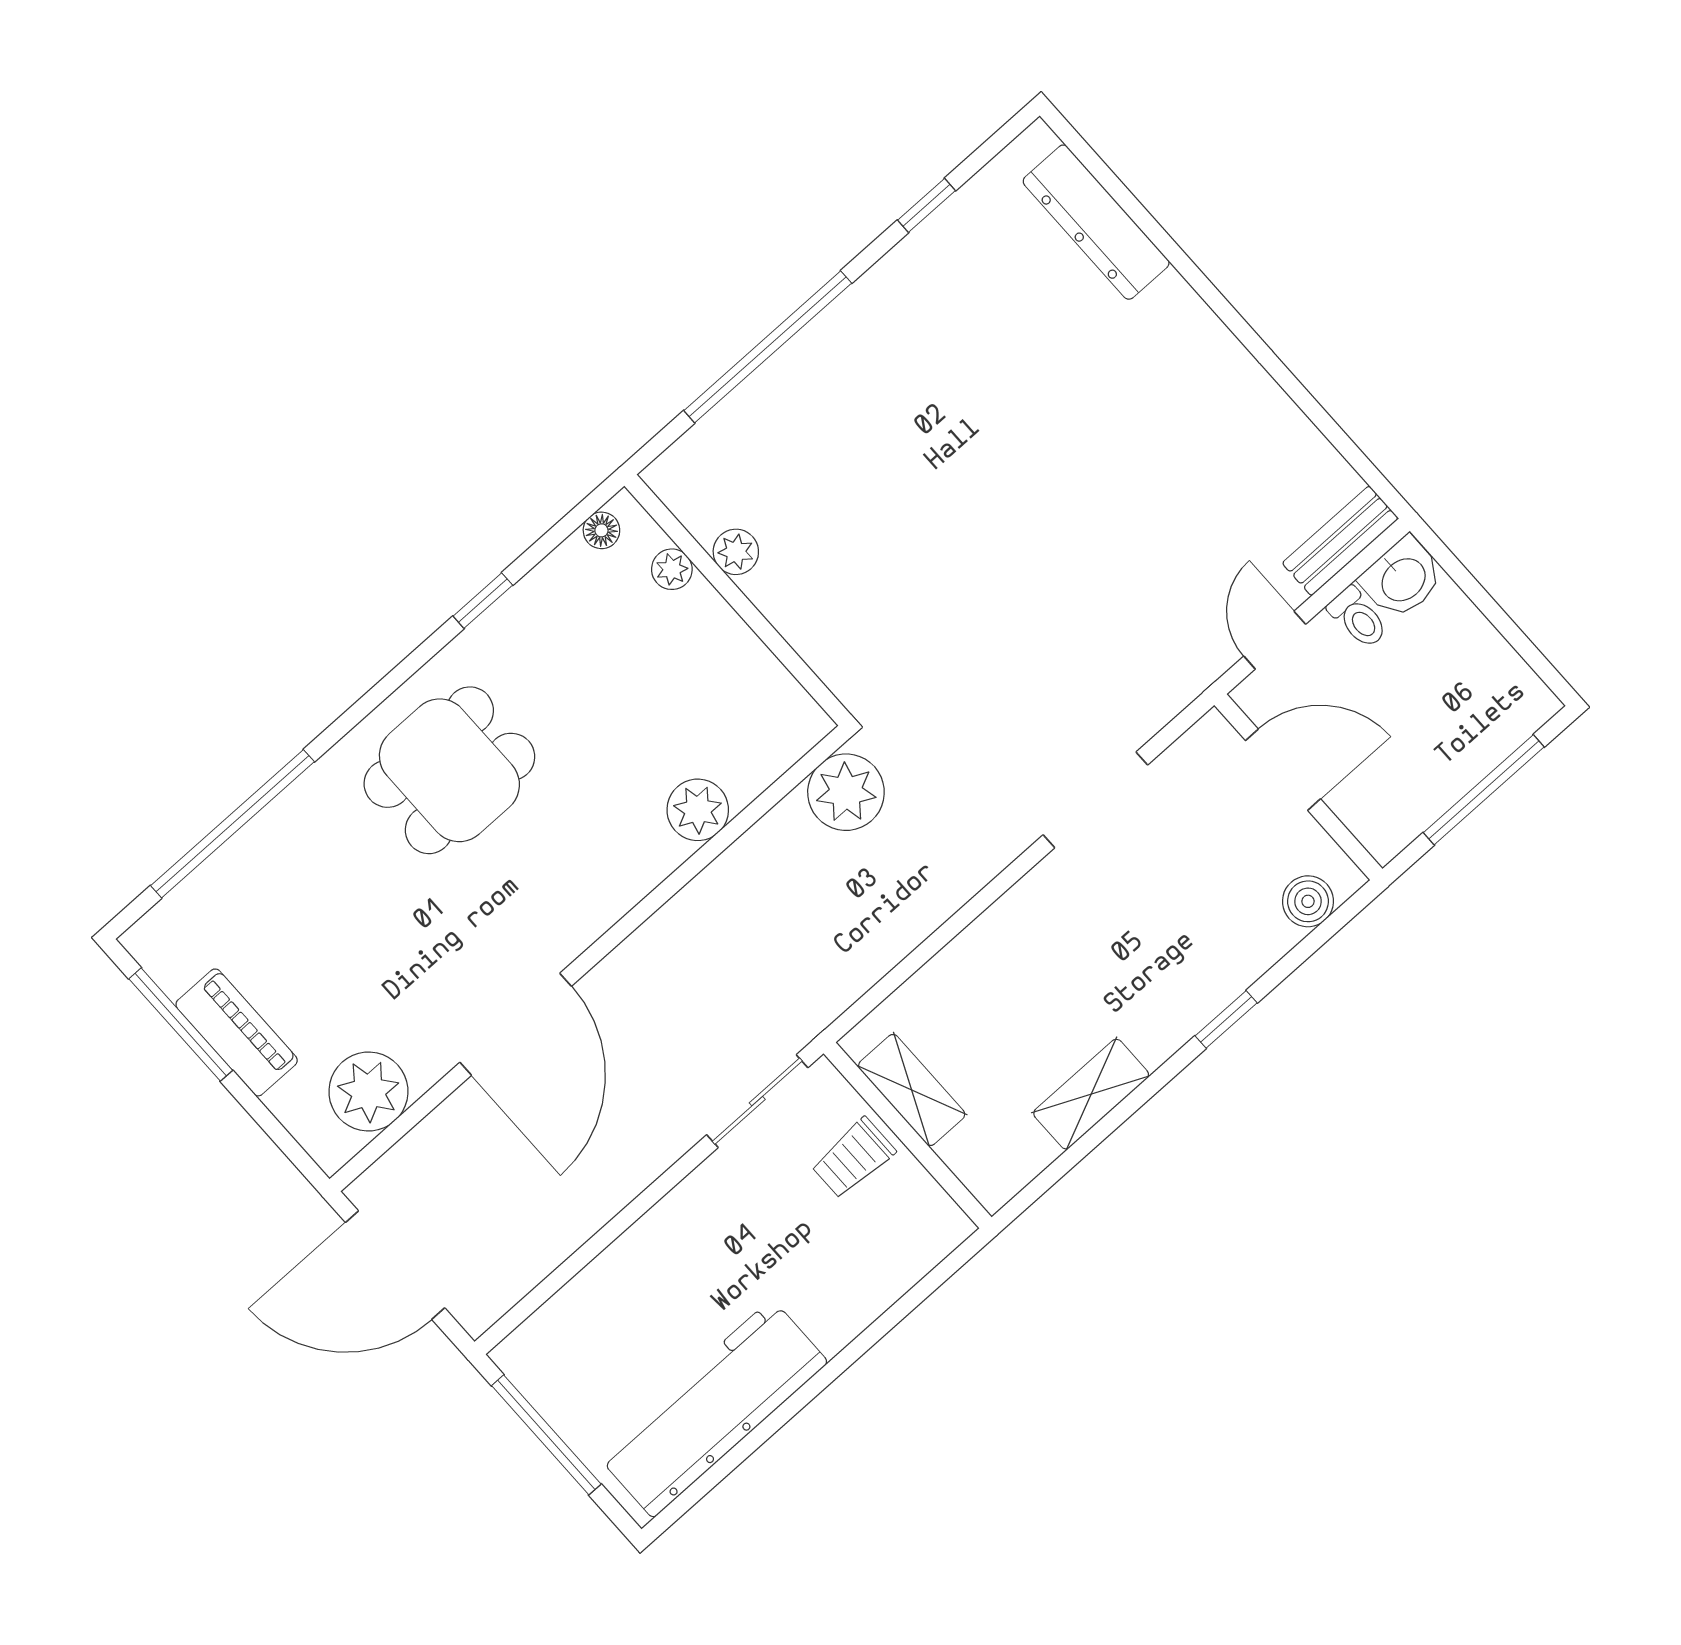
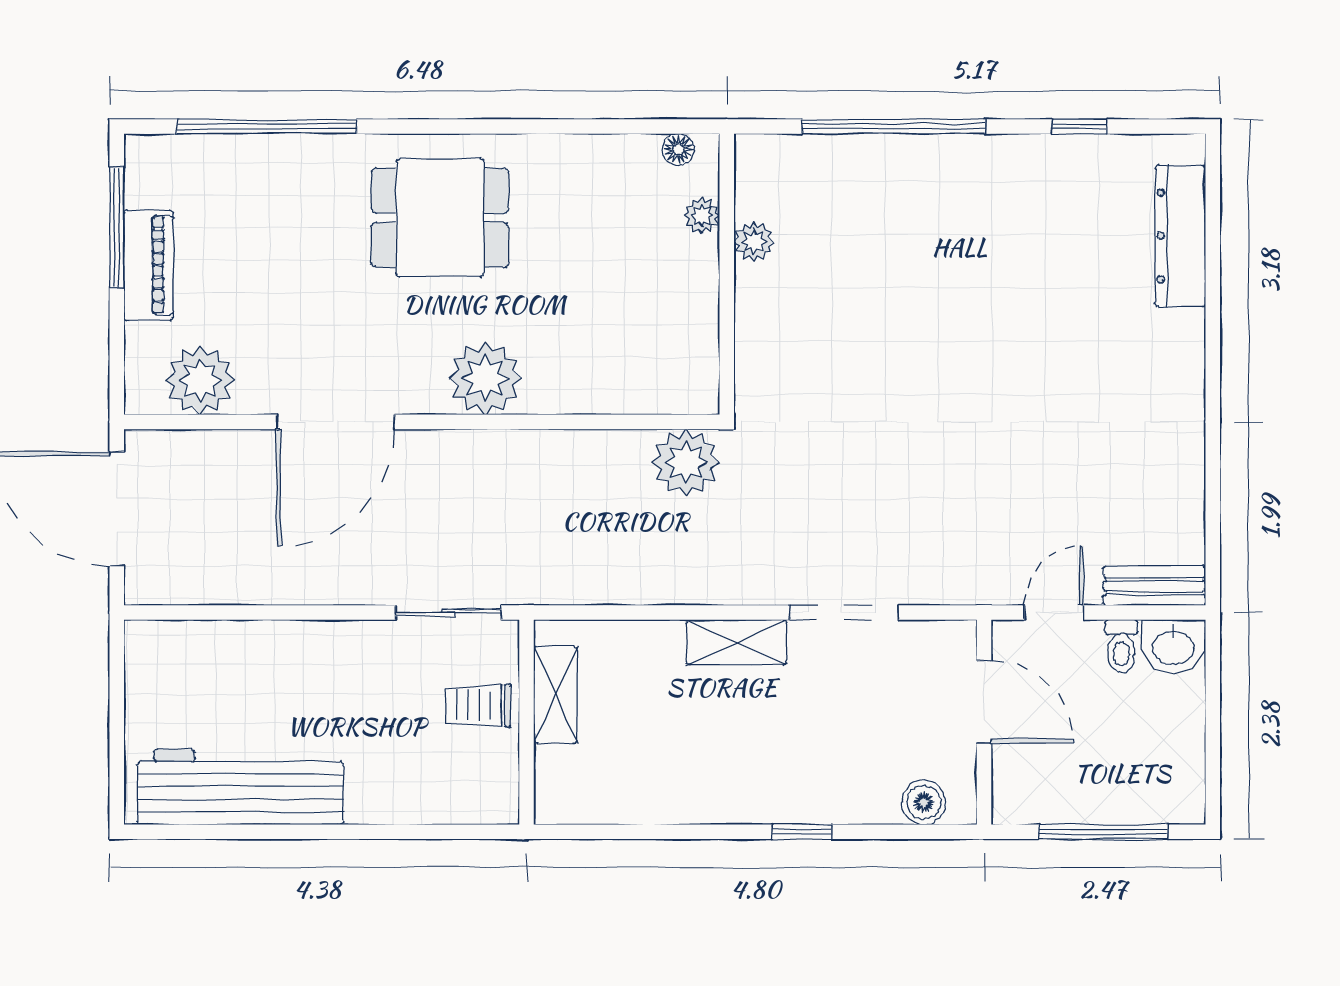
window: (483, 601) -> (560, 126), removed
plant: (698, 810) -> (485, 378), moved, width x1.36, depth x1.36
shelving: (1091, 1094) -> (736, 642), moved
window: (546, 1435) -> (117, 708), removed

